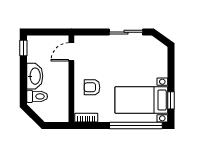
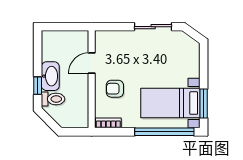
window: (23, 48) -> (38, 86), moved
door: (71, 52) -> (92, 63), moved
window: (171, 100) -> (204, 104), width x1.50

